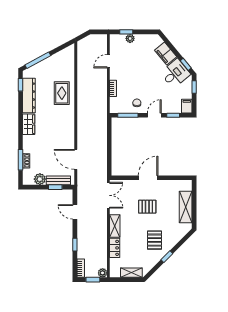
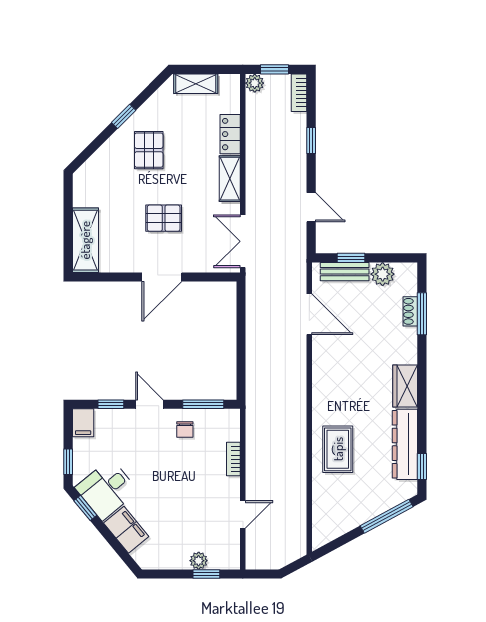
door: (154, 115) -> (149, 404), swing flipped
shelving: (186, 207) -> (85, 240), moved

